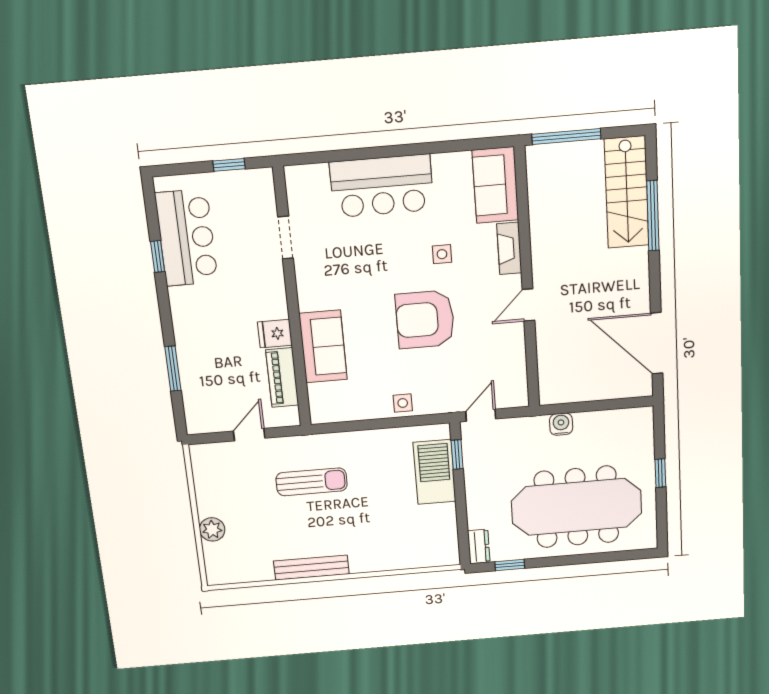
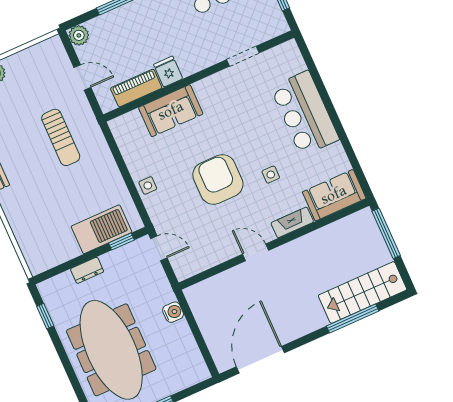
plant: (198, 422) -> (79, 35), added
dresser: (479, 546) -> (87, 270), moved

